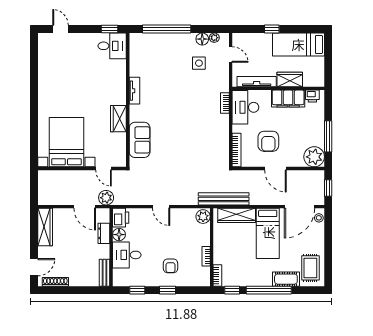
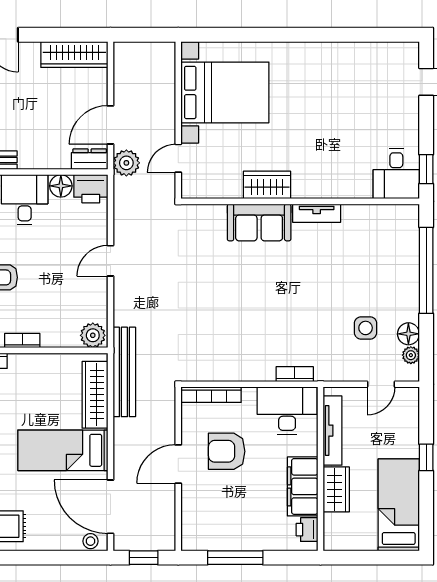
sofa: (140, 140) -> (259, 222), moved
plant: (314, 157) -> (199, 533), removed
dresser: (104, 233) -> (90, 159), moved

